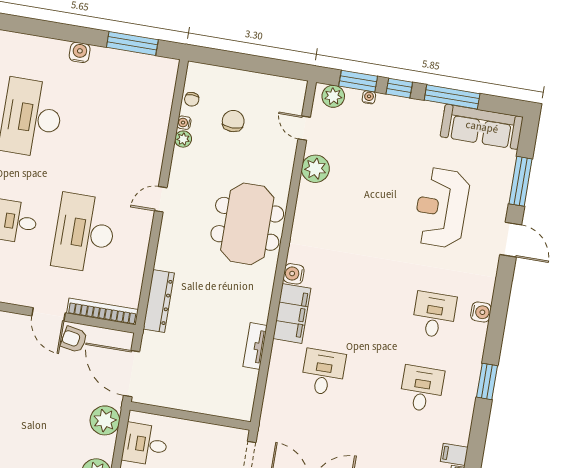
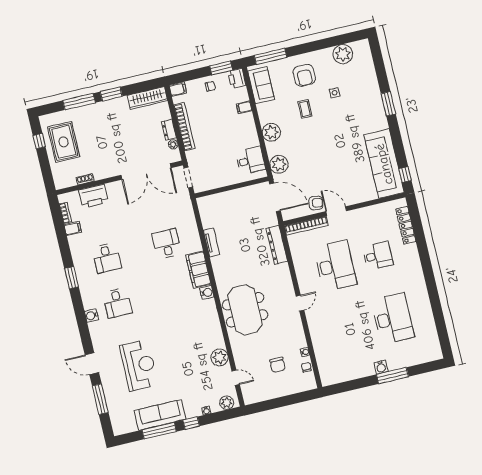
window: (132, 43) -> (392, 376), moved
window: (358, 81) -> (216, 417), removed
sofa: (482, 127) -> (160, 415), moved
plant: (183, 139) -> (302, 343), removed
desk: (323, 372) -> (167, 244), turned 180

